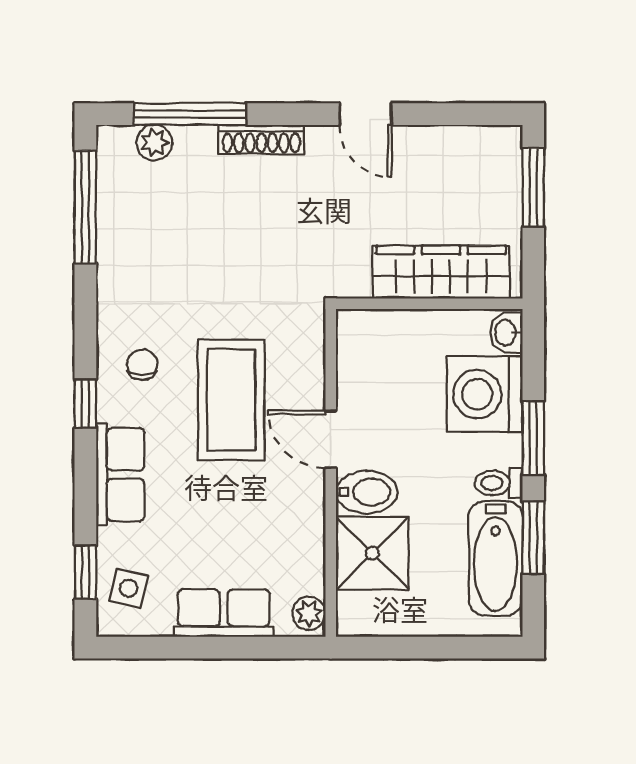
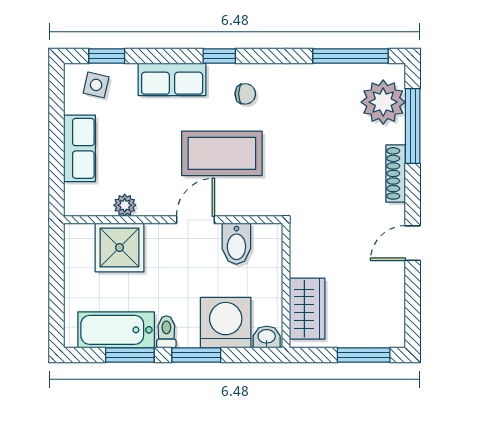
plant: (154, 143) -> (383, 102), width x1.87, depth x1.87
wardrobe: (441, 272) -> (307, 309), width x0.67
bidet: (367, 492) -> (236, 244), moved
plant: (309, 613) -> (125, 205), moved

